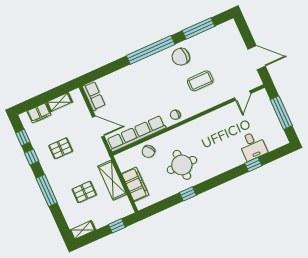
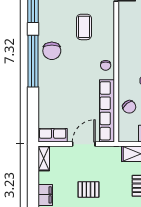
chair: (181, 57) -> (52, 51), moved
shelving: (59, 102) -> (44, 158), moved
pallet: (61, 148) -> (88, 189), turned 90

